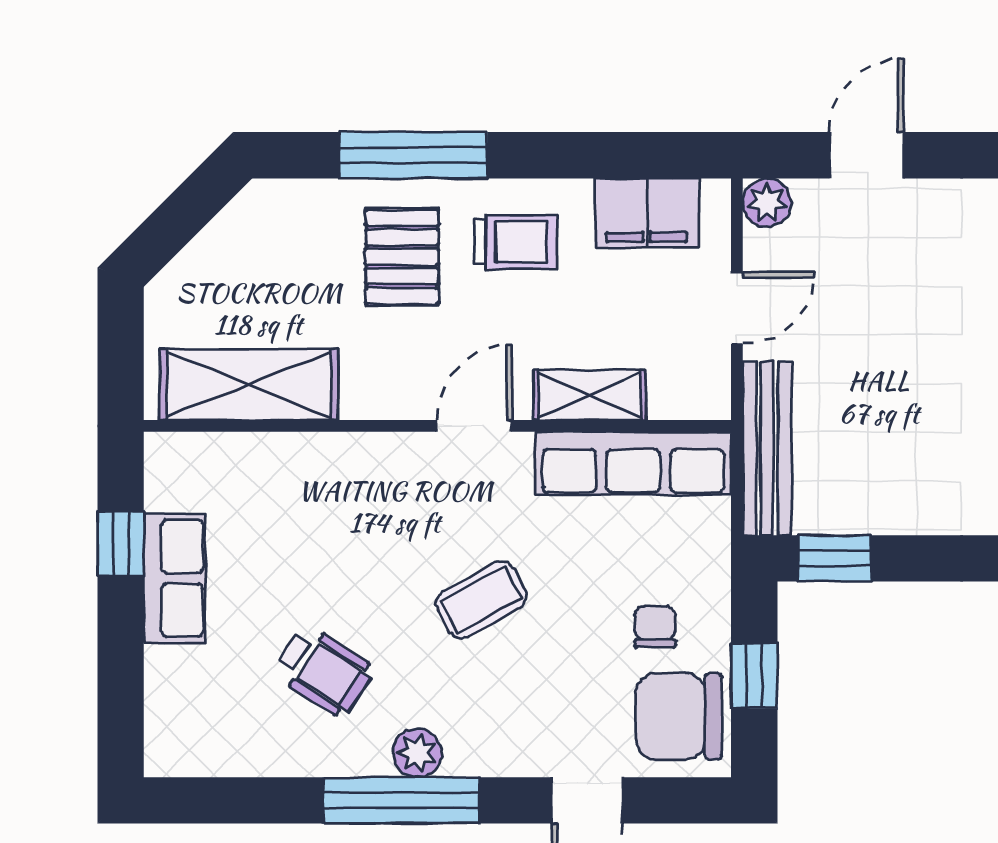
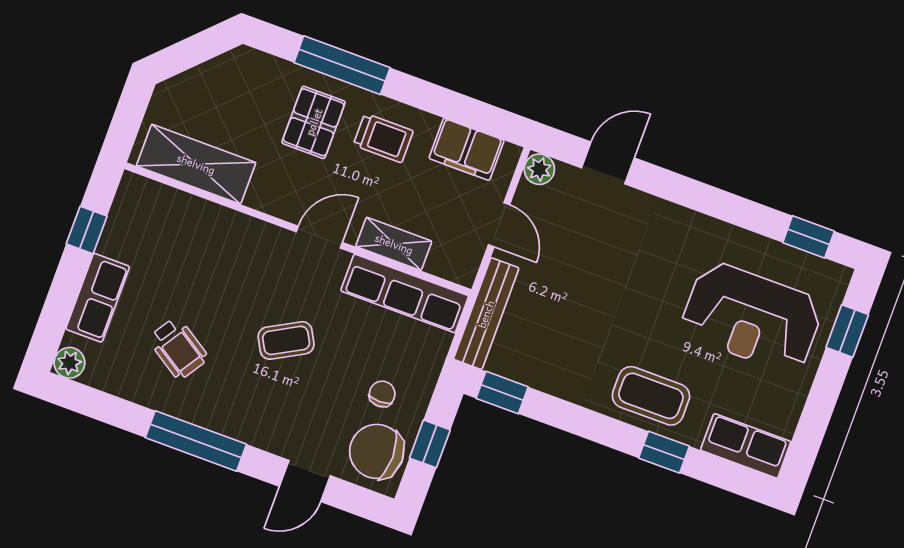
door: (737, 308) -> (499, 225), hinge flipped
row of seats: (175, 578) -> (98, 298), moved
plant: (417, 753) -> (69, 363), moved

